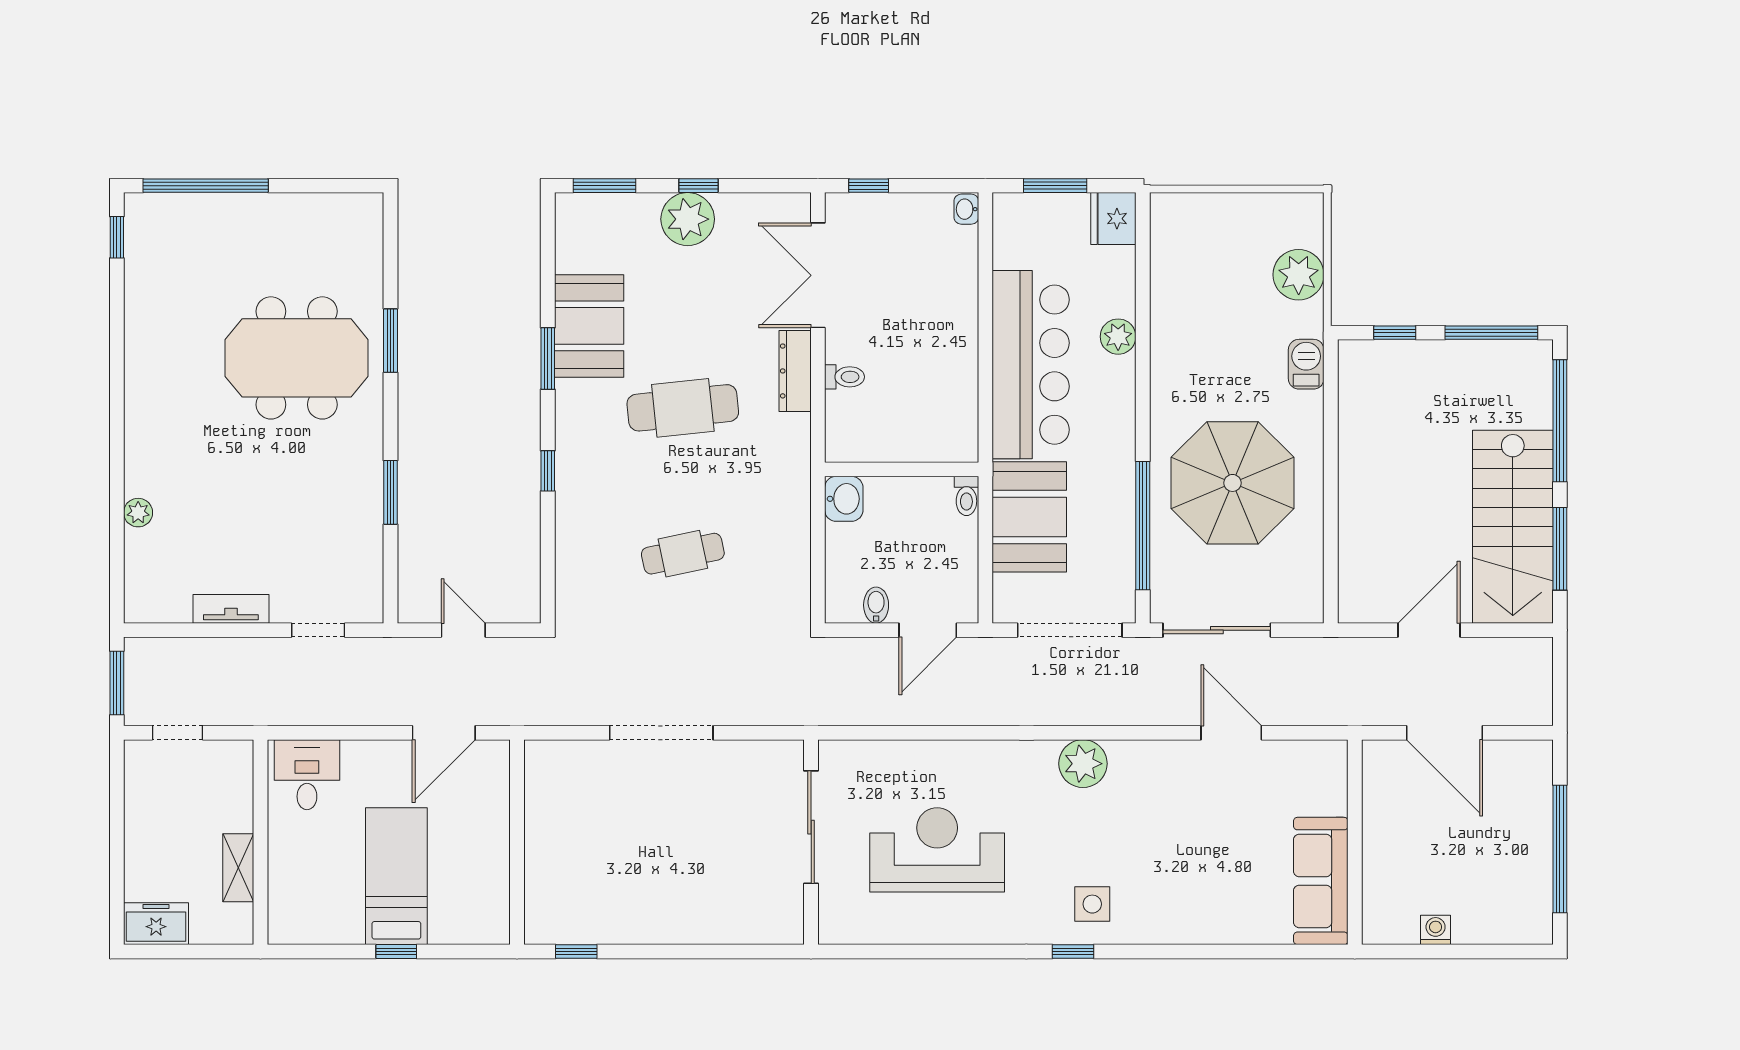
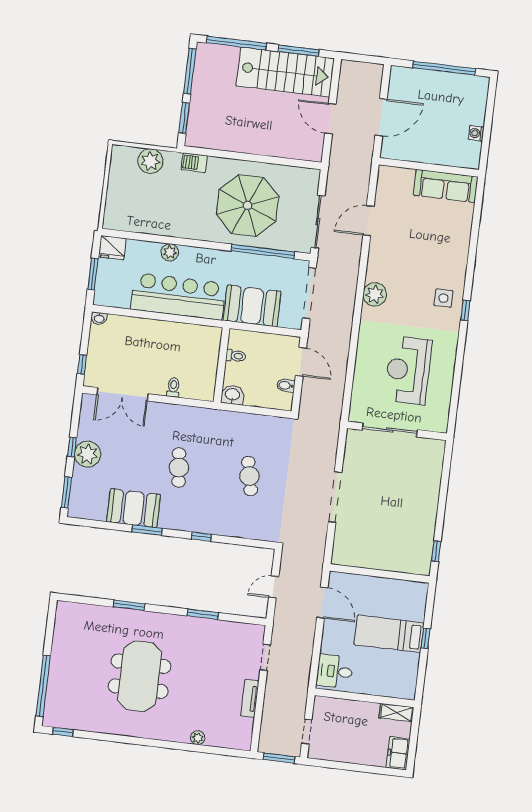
window: (1395, 333) -> (184, 118), width x1.50
meeting table: (297, 358) -> (140, 676), moved
dresser: (795, 371) -> (168, 411), removed
cafe table: (683, 408) -> (179, 468), width x0.73, depth x0.74
toilet: (966, 496) -> (236, 356), moved
shelving: (238, 868) -> (396, 713), moved

